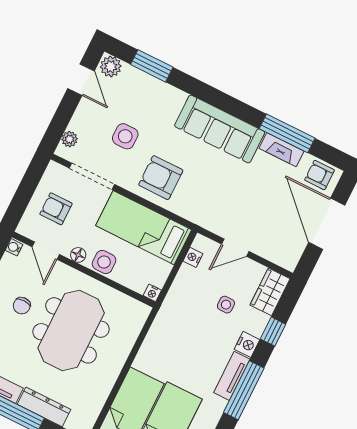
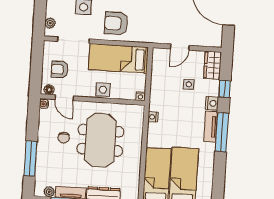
floor lamp: (78, 255) -> (49, 90), moved
nightstand: (193, 257) -> (153, 117), moved

